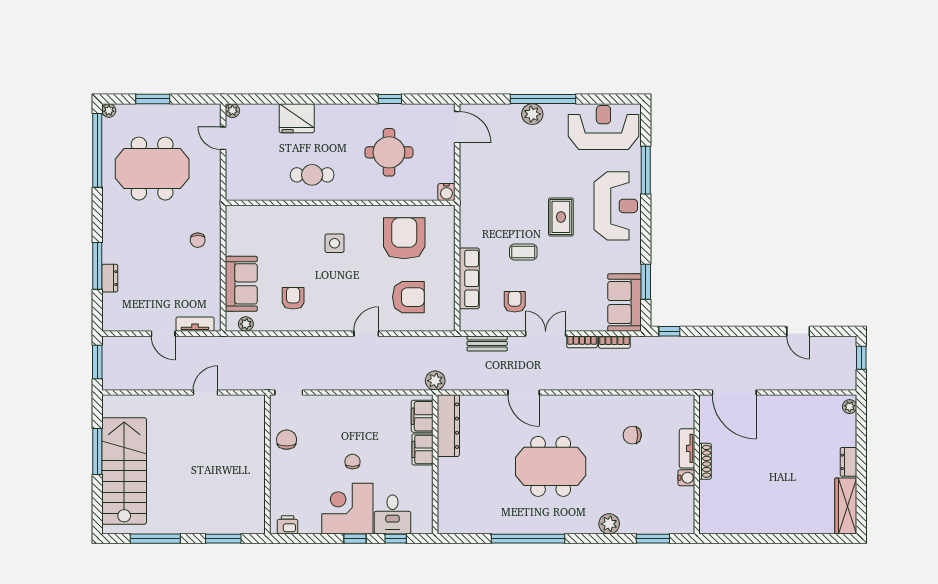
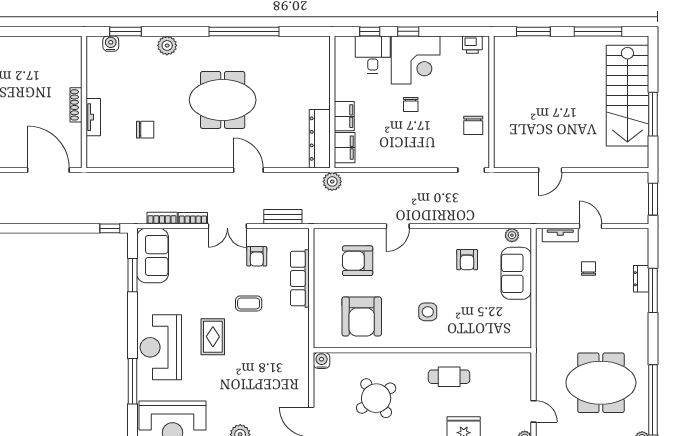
round table: (389, 152) -> (376, 398), turned -35
chair: (198, 240) -> (589, 269), moved
water cooler: (686, 478) -> (111, 44), moved, turned 90

